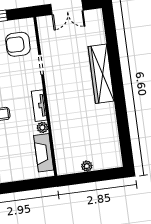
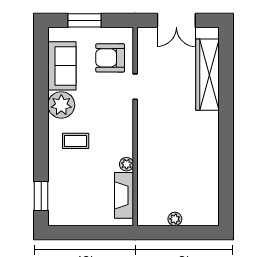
wardrobe: (101, 74) -> (208, 75), moved
tv unit: (39, 106) -> (126, 137), removed

